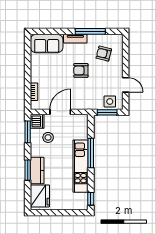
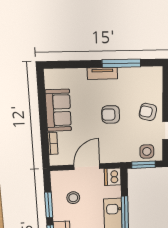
sofa: (47, 44) -> (58, 110), moved, turned -90
armchair: (104, 54) -> (148, 112), moved
dishwasher: (37, 121) -> (113, 177), moved, turned 180
window: (28, 132) -> (49, 205), moved

